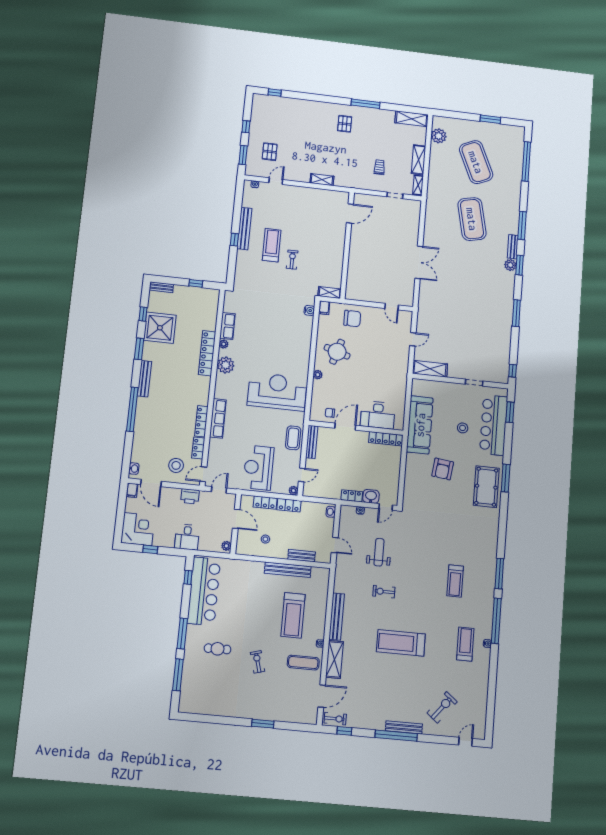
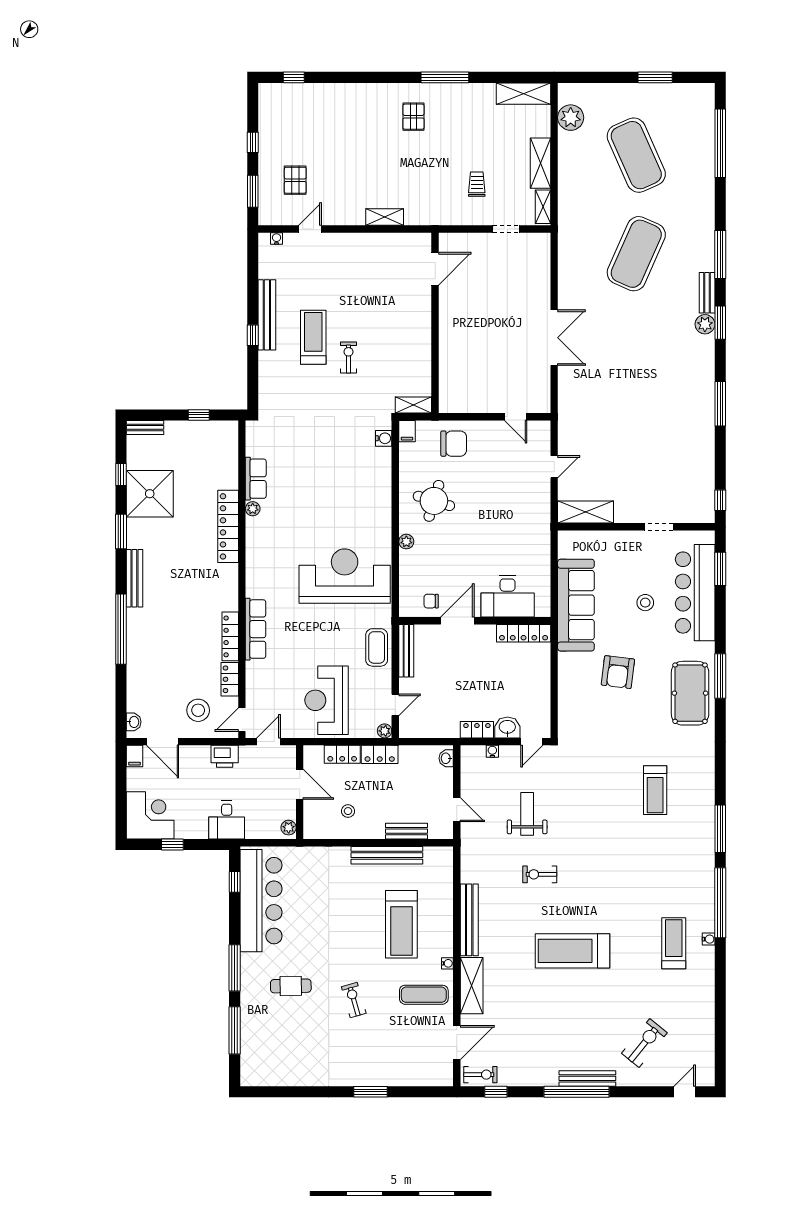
exercise mat: (472, 219) -> (636, 254), turned 36
plant: (226, 365) -> (259, 542), removed
treadmill: (455, 581) -> (655, 790), moved

